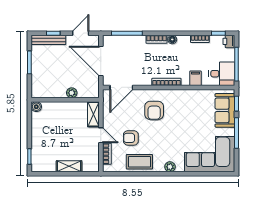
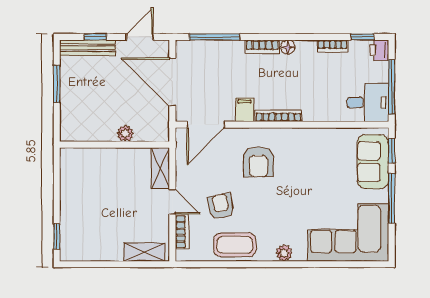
filing cabinet: (196, 78) -> (244, 110), moved
boiler: (36, 107) -> (68, 156), removed
armchair: (131, 138) -> (221, 206), turned 79
shelving: (69, 166) -> (144, 252), moved

